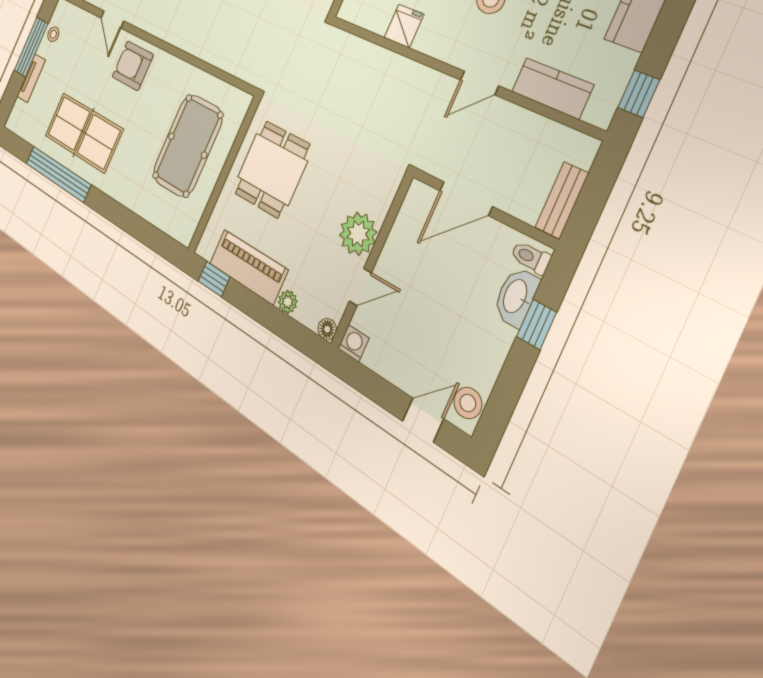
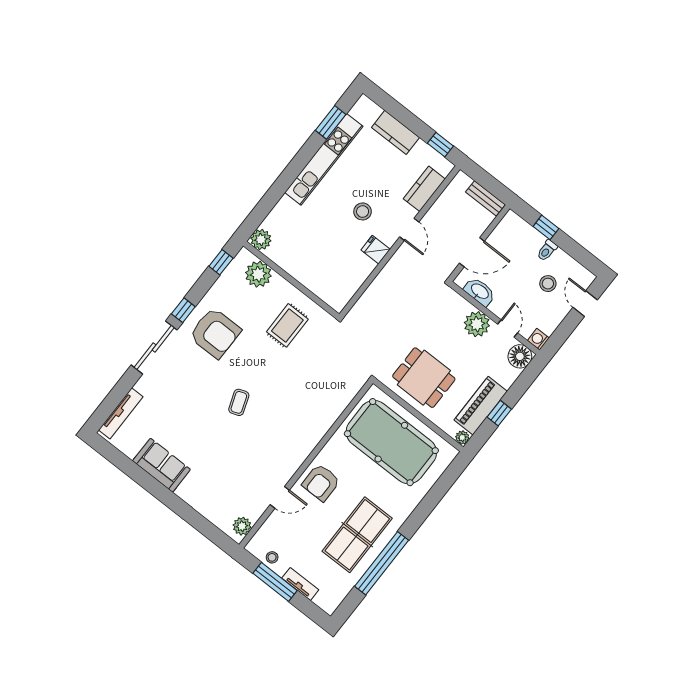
fridge: (404, 26) -> (376, 250), moved
pool table: (188, 146) -> (391, 442), width x1.36, depth x1.32
door: (466, 198) -> (472, 252), hinge flipped
toilet: (531, 257) -> (547, 250), moved
window: (214, 279) -> (499, 413), moved
washbasin: (516, 297) -> (480, 292), moved, turned 180
plant: (288, 302) -> (462, 438), moved
floor lamp: (327, 329) -> (520, 356), width x1.89, depth x1.89
stool: (468, 403) -> (548, 284), moved

